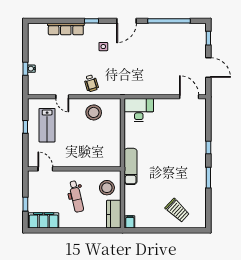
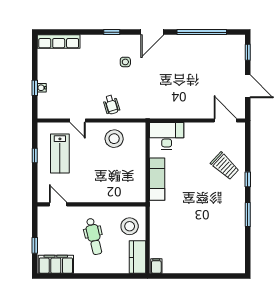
row of seats: (66, 29) -> (59, 42), moved
exam couch: (131, 166) -> (157, 179), moved
trolley: (177, 210) -> (225, 166), moved

